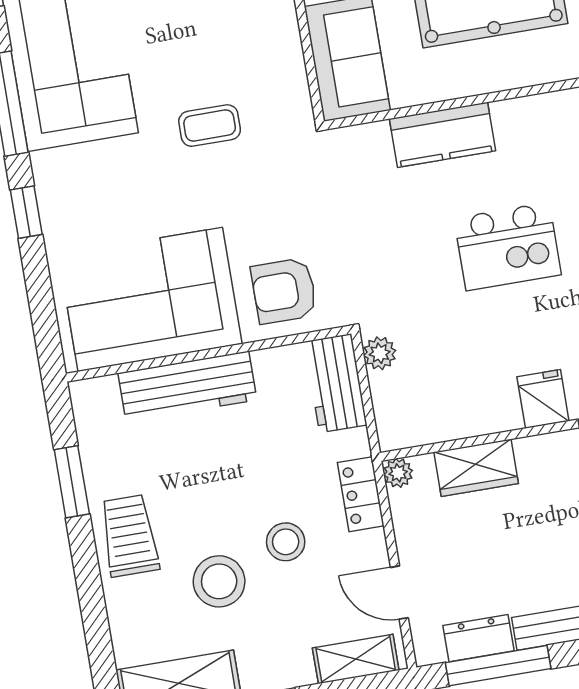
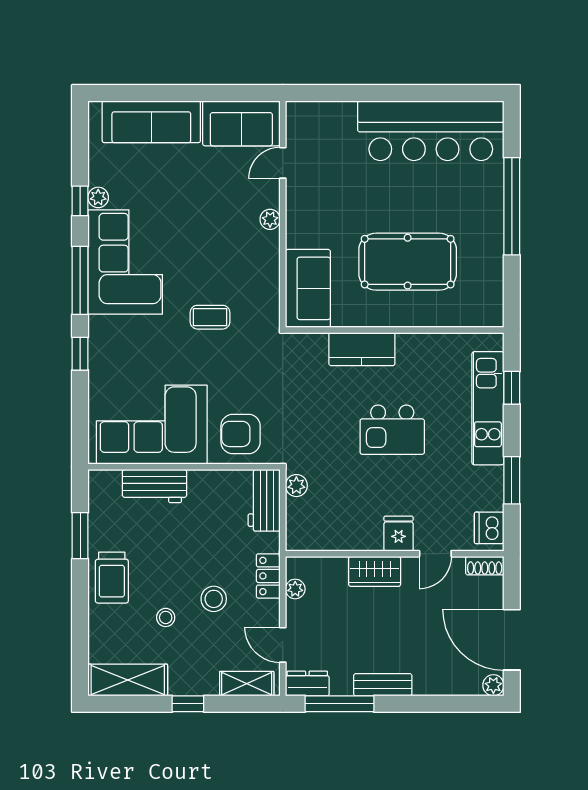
workbench: (187, 387) -> (154, 486), width x0.73
wardrobe: (476, 468) -> (375, 571), moved
plant: (398, 473) -> (295, 589), moved
trolley: (129, 536) -> (112, 578), turned 180
stool: (219, 581) -> (166, 617), width x0.53, depth x0.53
dresser: (478, 638) -> (307, 684), moved

